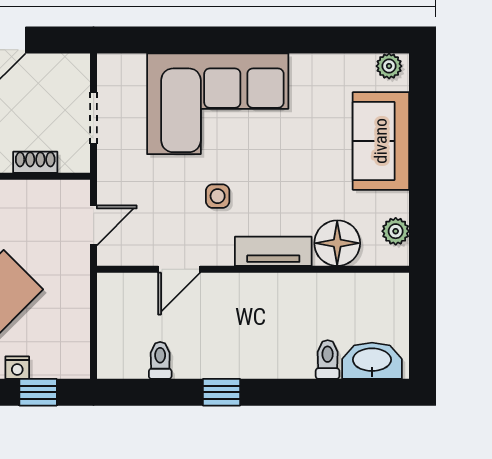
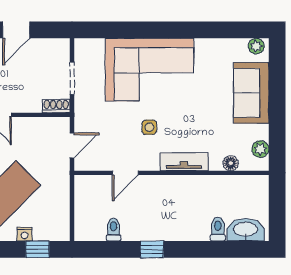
shoe rack: (35, 162) -> (56, 106), moved
floor lamp: (337, 243) -> (231, 163), width x0.53, depth x0.53

